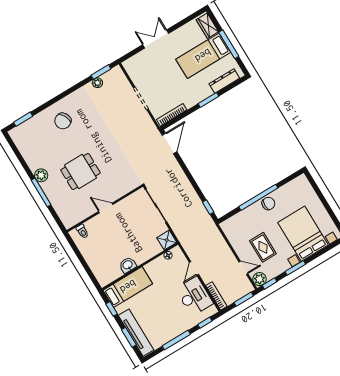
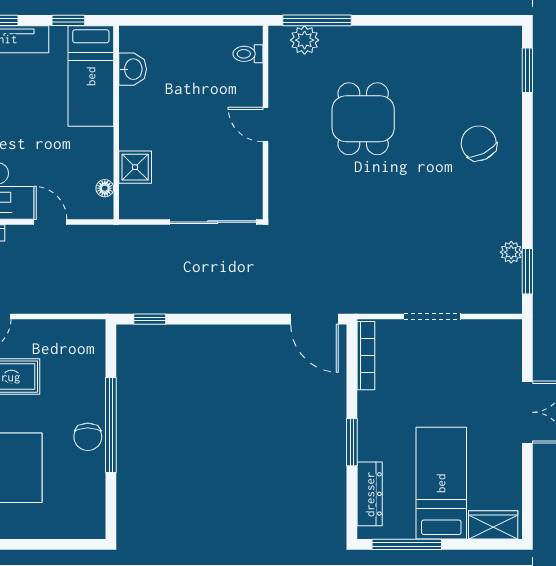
window: (229, 44) -> (407, 544), moved
plant: (41, 175) -> (305, 40), moved
window: (41, 192) -> (317, 20), moved
door: (106, 208) -> (265, 125), swing flipped
shower: (167, 240) -> (135, 167), moved
washbasin: (128, 265) -> (133, 69), moved

